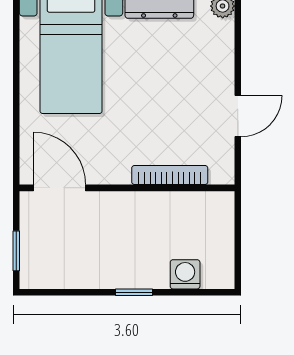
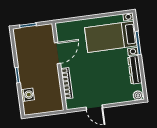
door: (60, 188) -> (57, 53), moved

